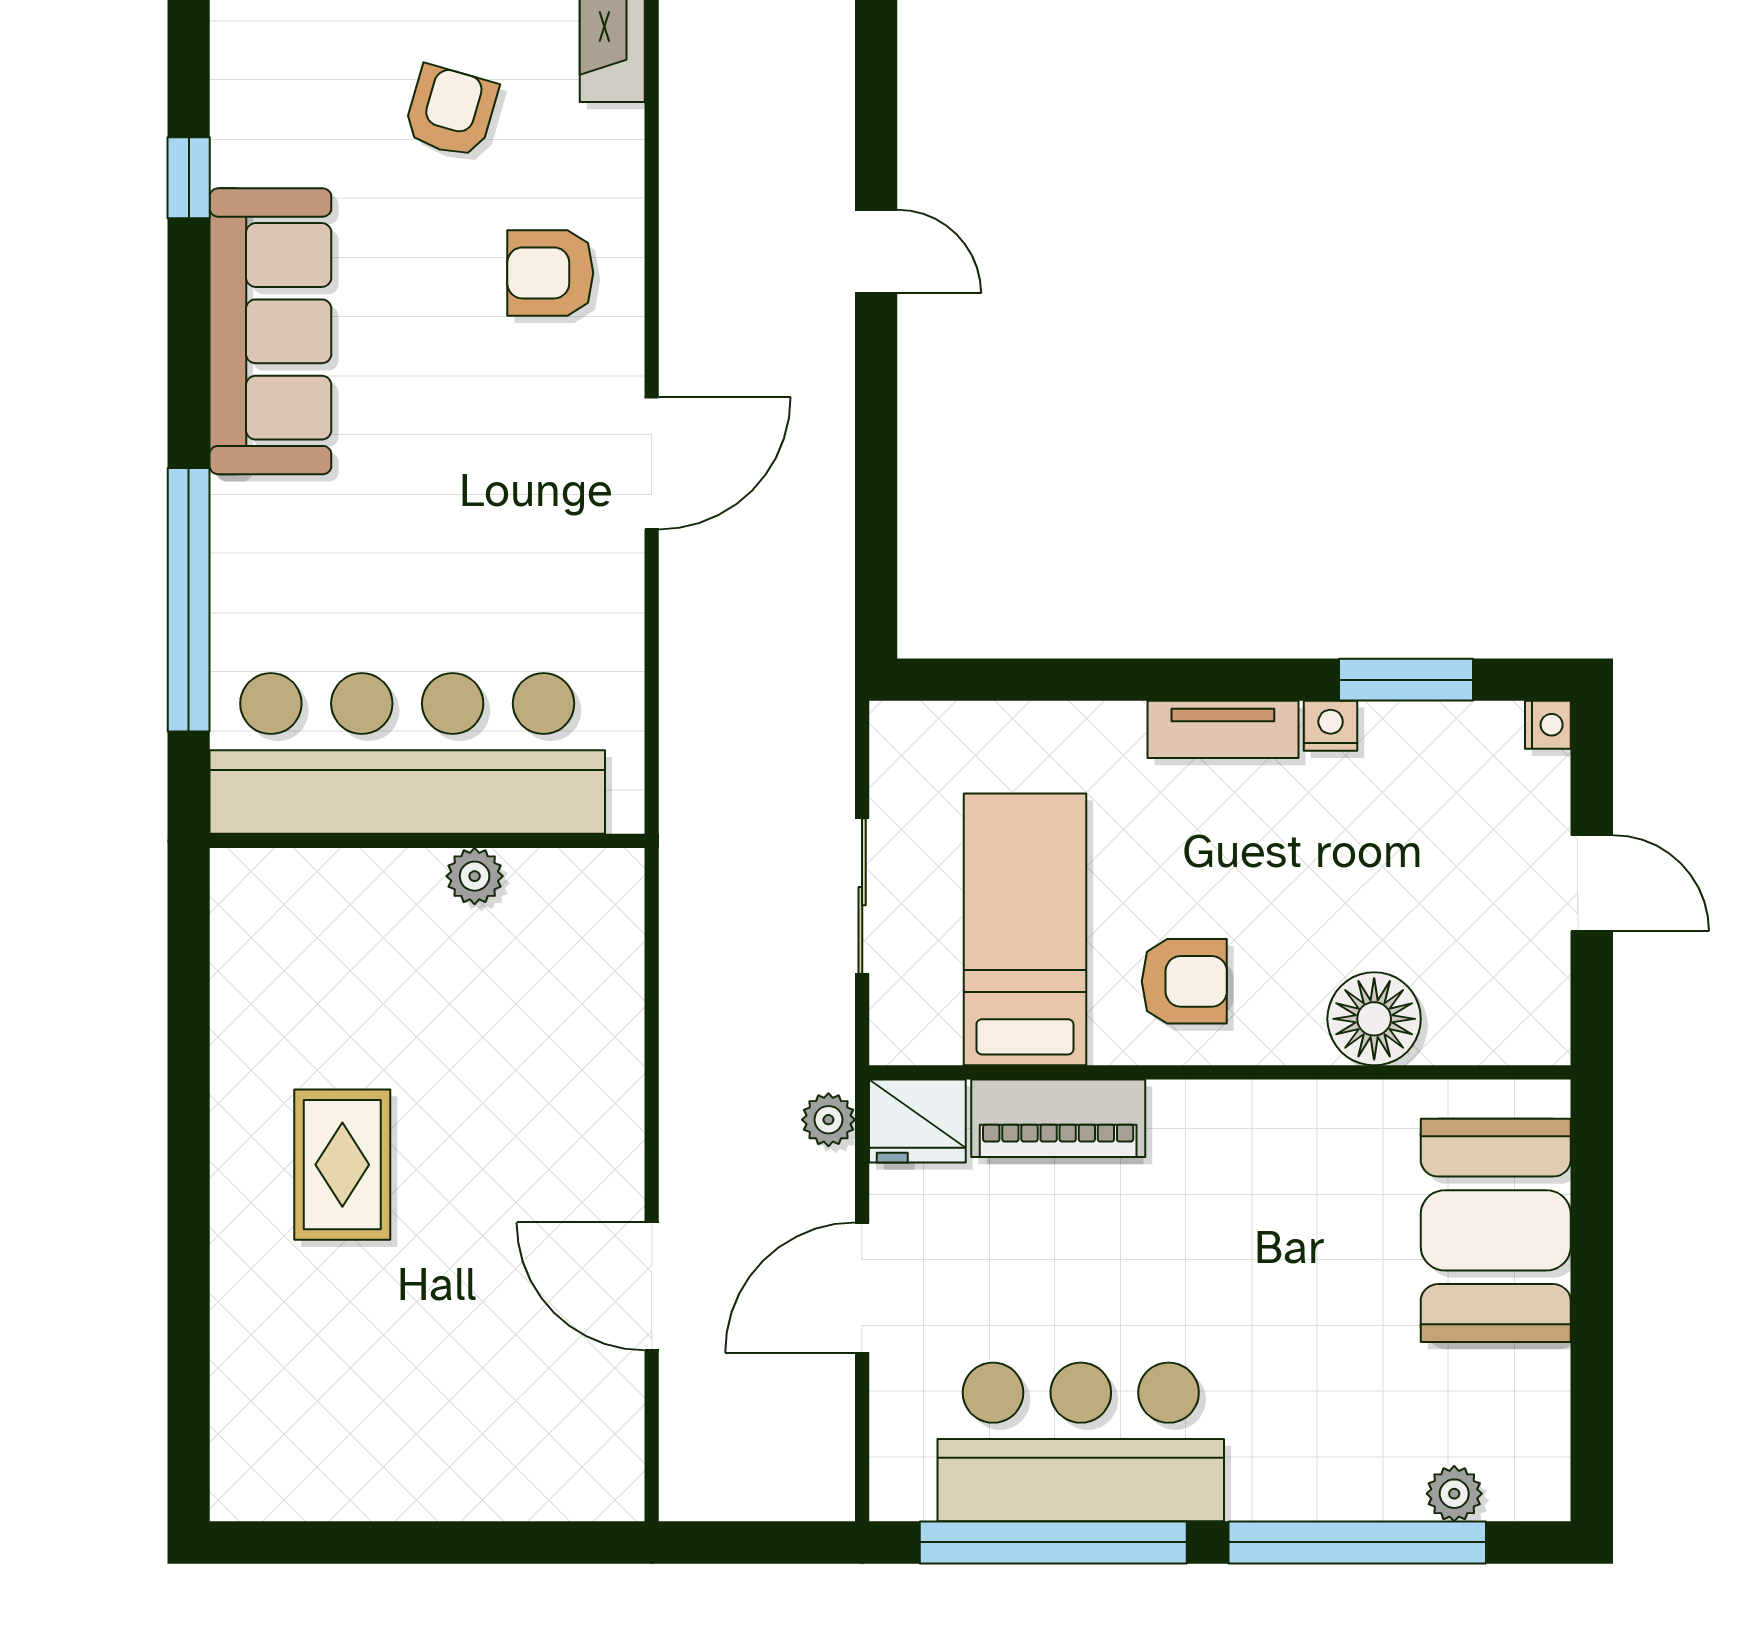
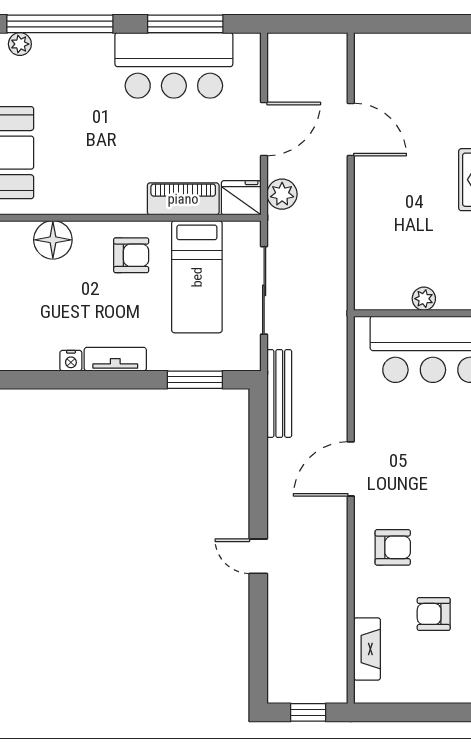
armchair: (451, 111) -> (434, 614), turned 74
bench: (825, 646) -> (279, 393), added
window: (1406, 680) -> (195, 380), moved
sliding door: (862, 896) -> (264, 290), width x1.37
armchair: (1184, 981) -> (131, 255), turned 180
plant: (828, 1120) -> (282, 194), width x1.38, depth x1.38
window: (1053, 1542) -> (185, 24), width x0.68

